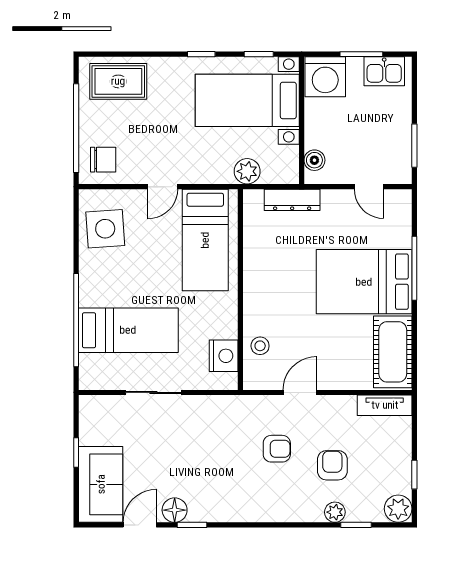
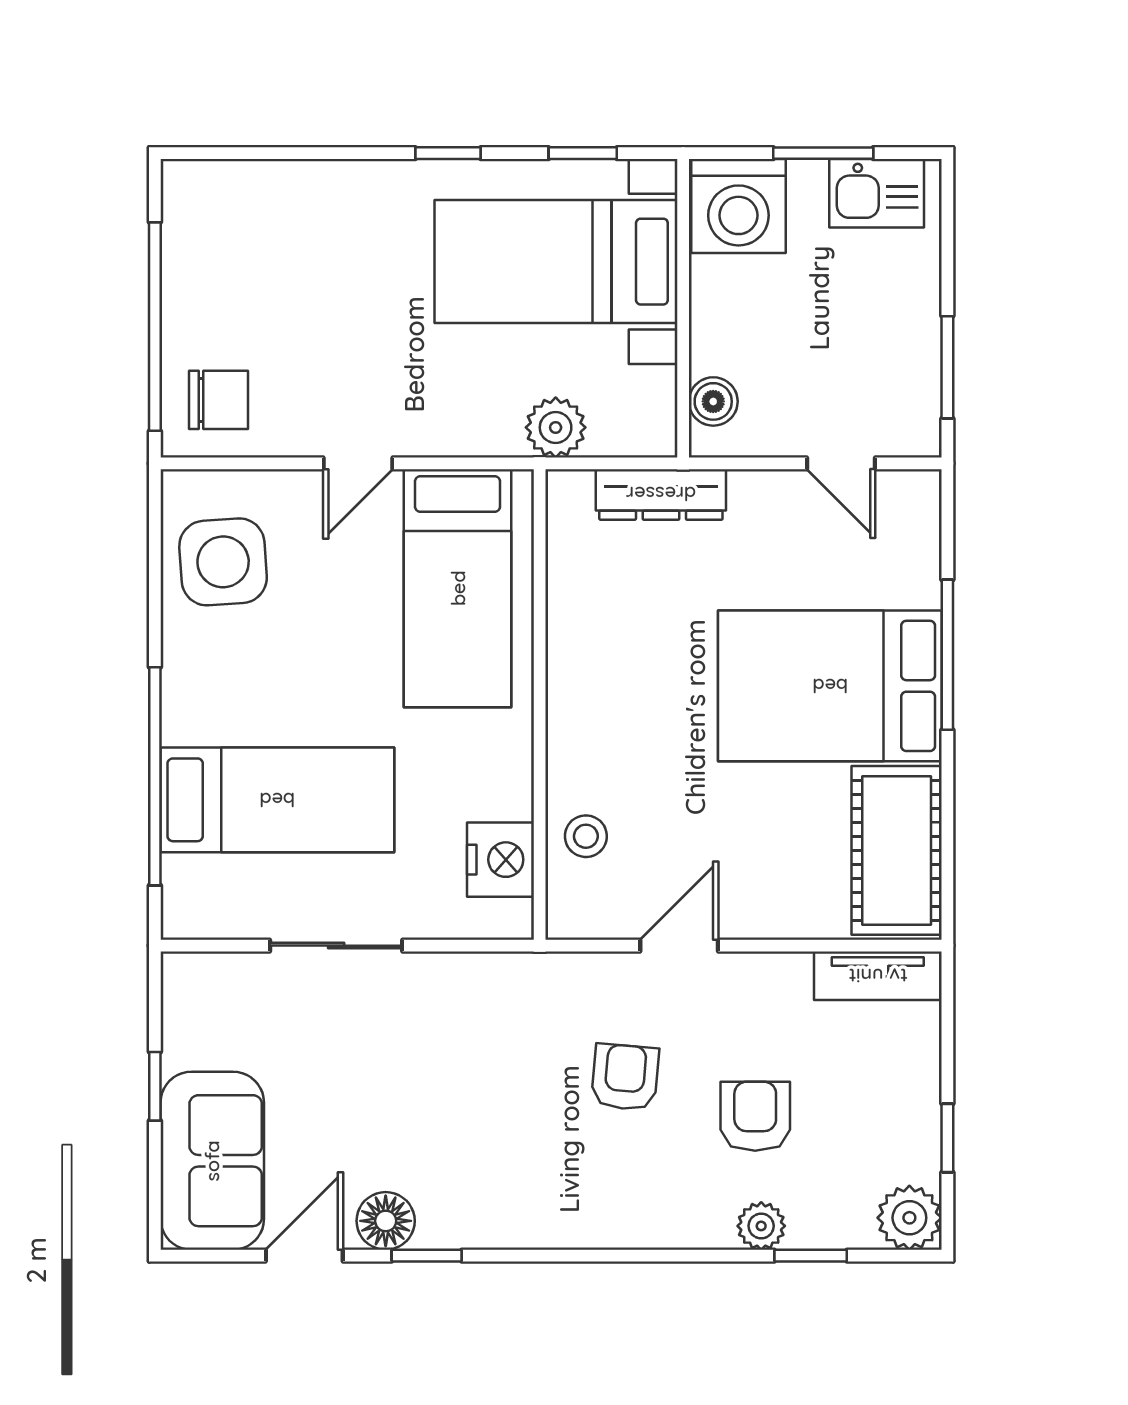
rug: (118, 81) -> (254, 217), removed
armchair: (277, 449) -> (625, 1077), turned -85

